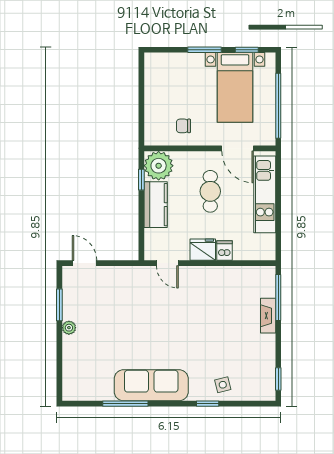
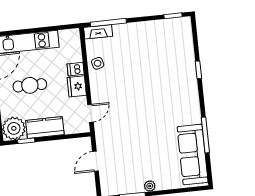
door: (85, 263) -> (95, 161), moved
fireplace: (268, 316) -> (98, 32), moved
sofa: (151, 385) -> (193, 154), moved
side table: (223, 385) -> (98, 63), moved

